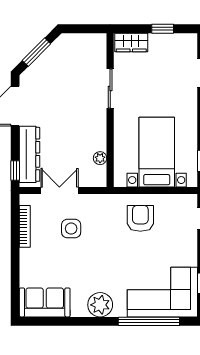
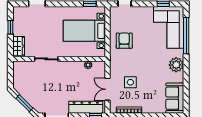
armchair: (140, 218) -> (124, 41), turned 90

